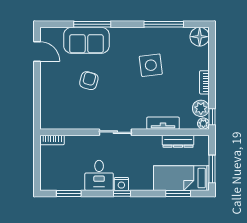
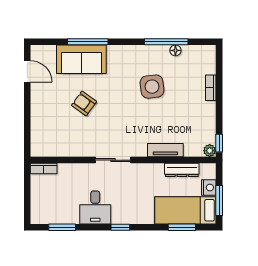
floor lamp: (200, 37) -> (175, 50), moved, width x0.53, depth x0.53
armchair: (89, 81) -> (84, 103), turned -69
bookcase: (204, 82) -> (211, 88), moved
plant: (201, 108) -> (207, 134), removed
nightstand: (121, 184) -> (209, 188), moved, turned -90

